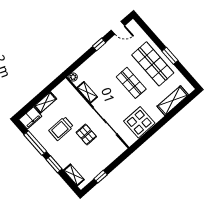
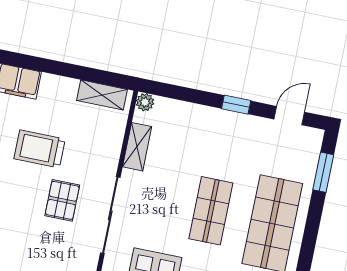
door: (118, 28) -> (289, 116), swing flipped
window: (170, 56) -> (323, 172), moved
shelving: (45, 102) -> (102, 95), moved

